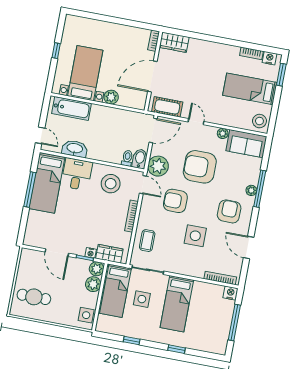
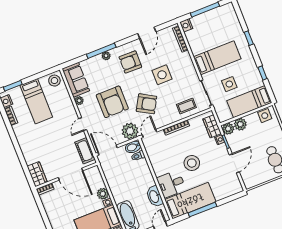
stool: (111, 184) -> (192, 163), moved
armchair: (175, 201) -> (147, 104), turned -60
bed: (115, 291) -> (249, 102), moved, turned 180

